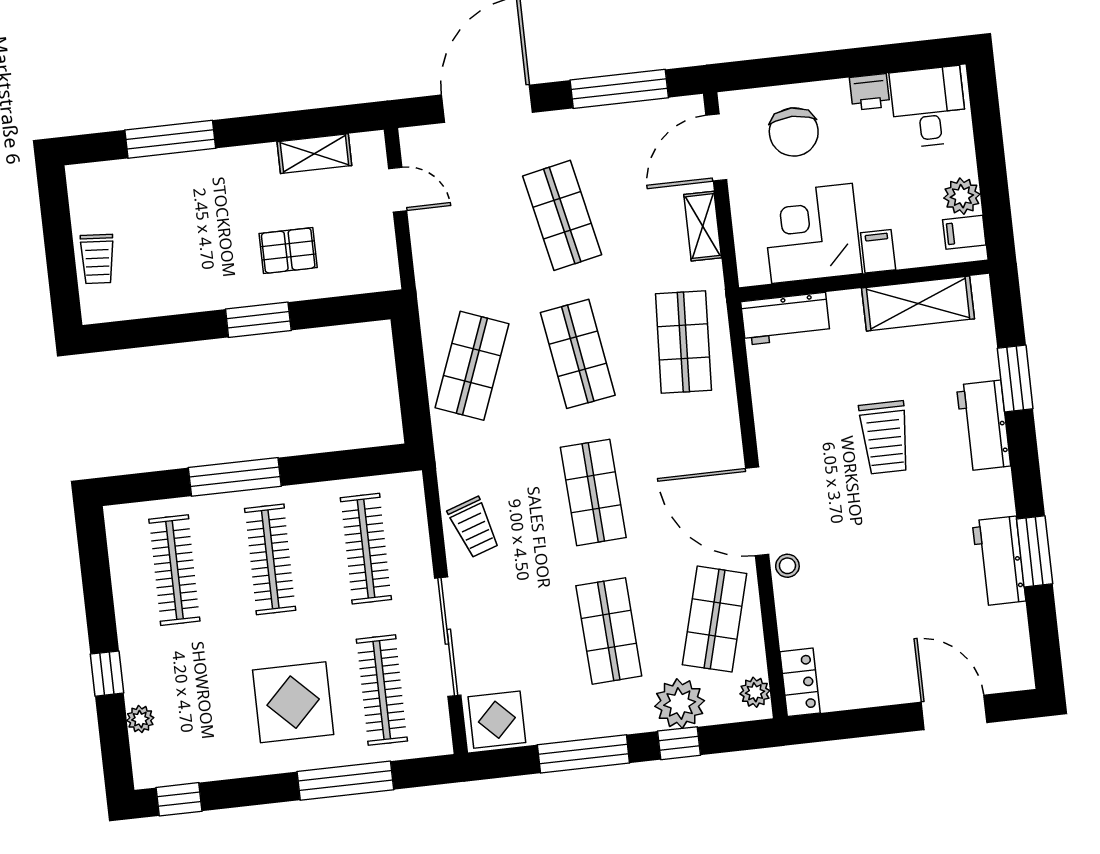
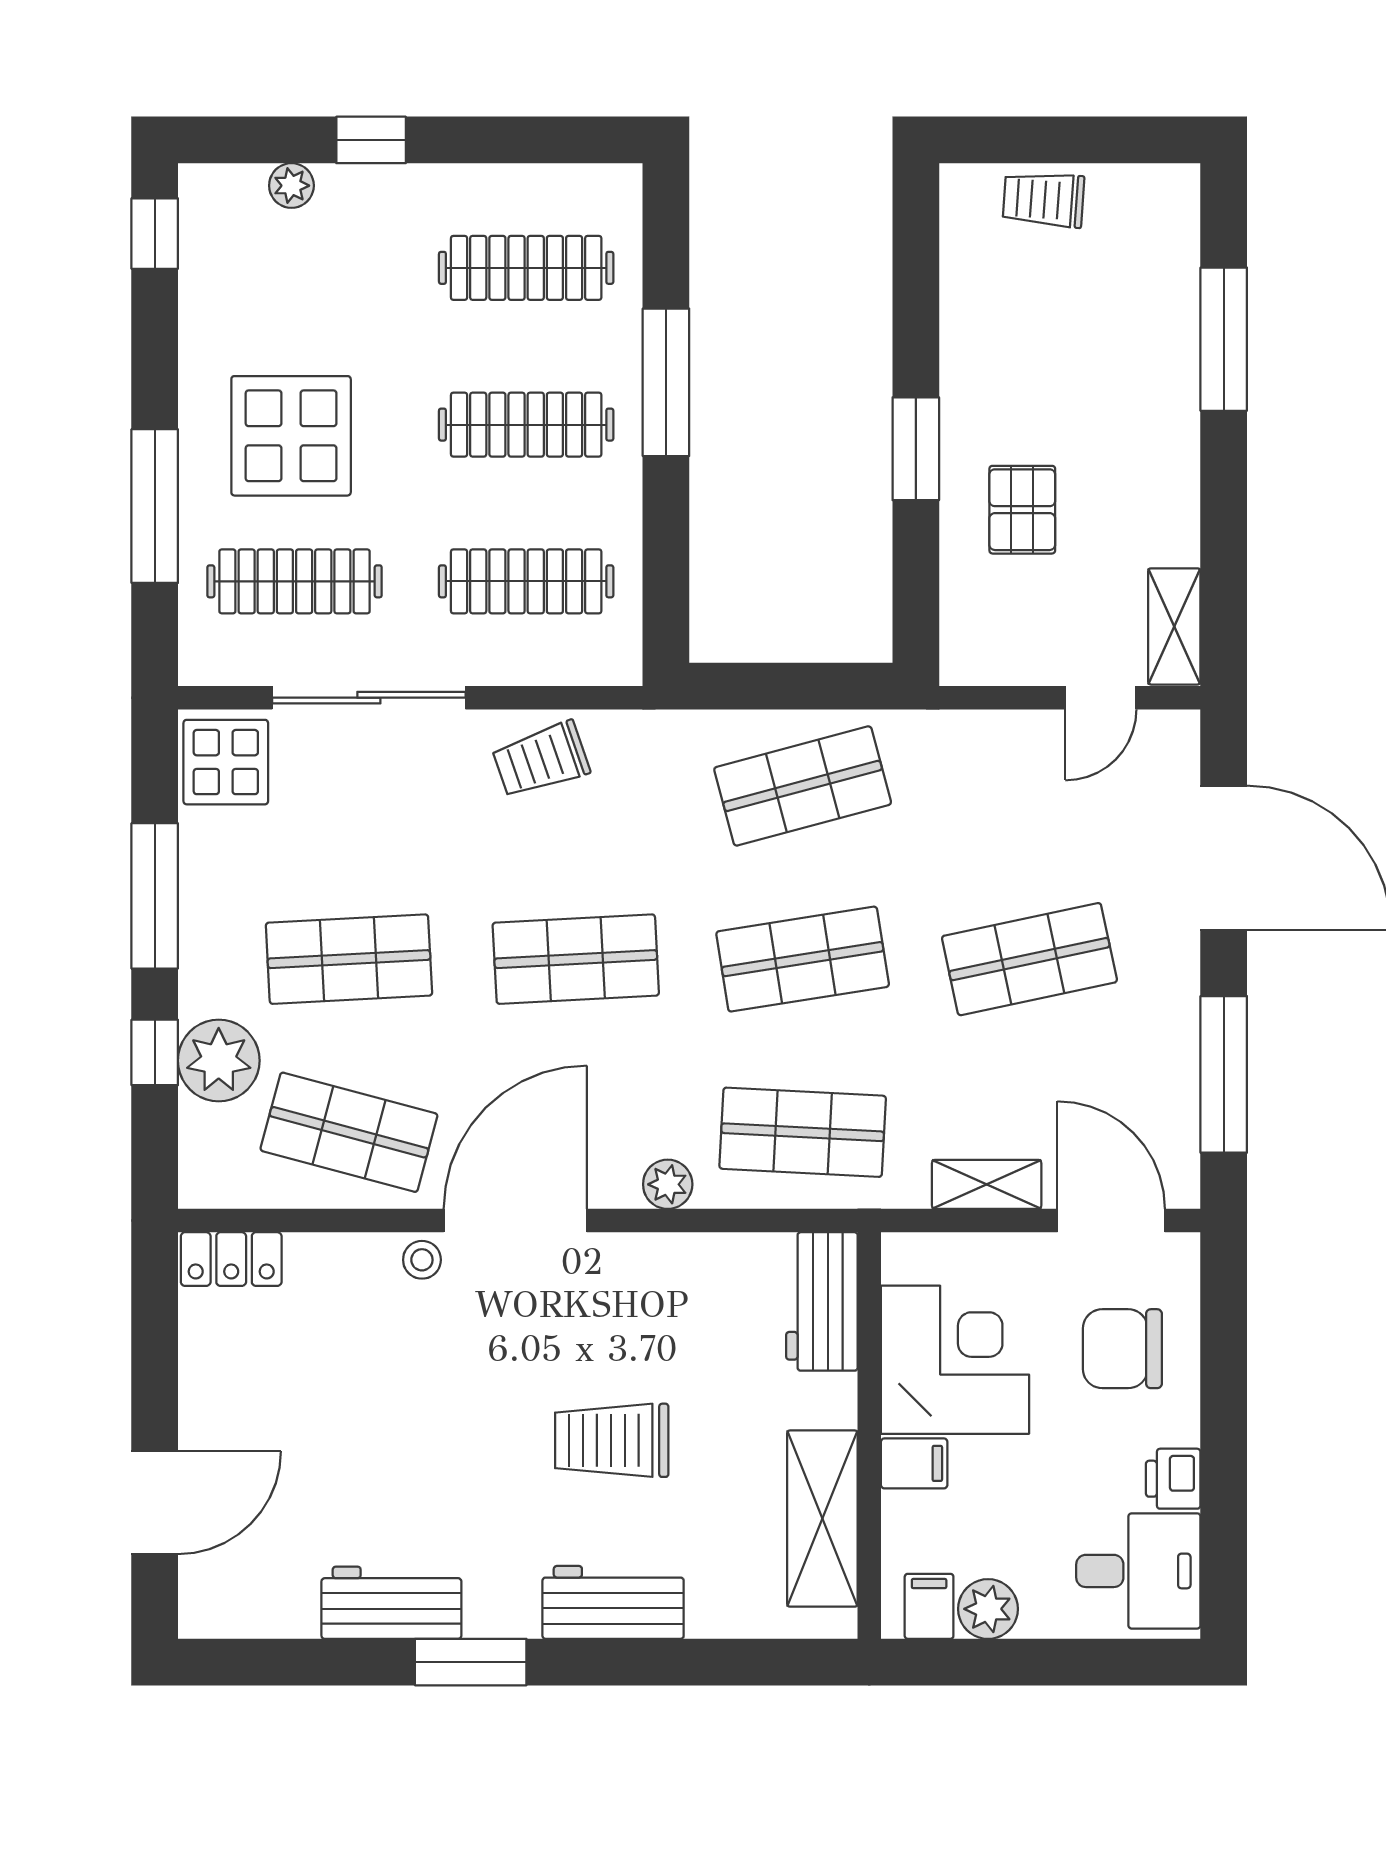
shelving: (314, 154) -> (1174, 626), moved
shop shelf: (472, 366) -> (803, 786), turned -36
window: (1015, 379) -> (683, 1662), removed
window: (1035, 551) -> (471, 1662), moved
plant: (755, 692) -> (668, 1184), moved

